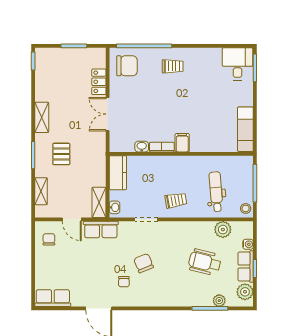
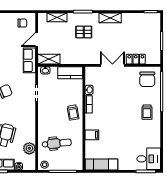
filing cabinet: (182, 143) -> (92, 135), moved
trolley: (176, 200) -> (73, 113), moved

